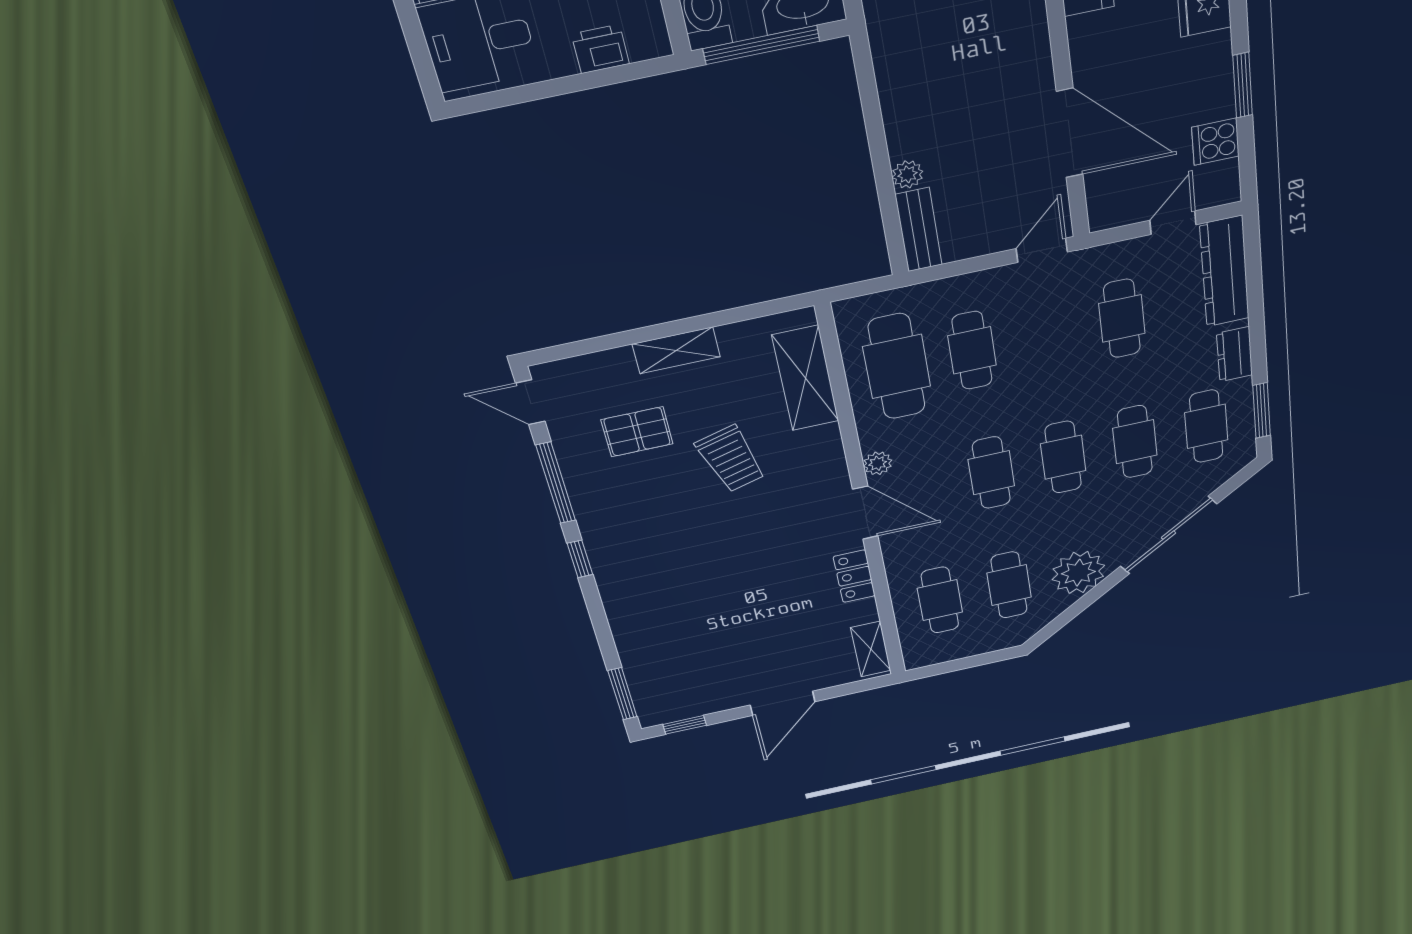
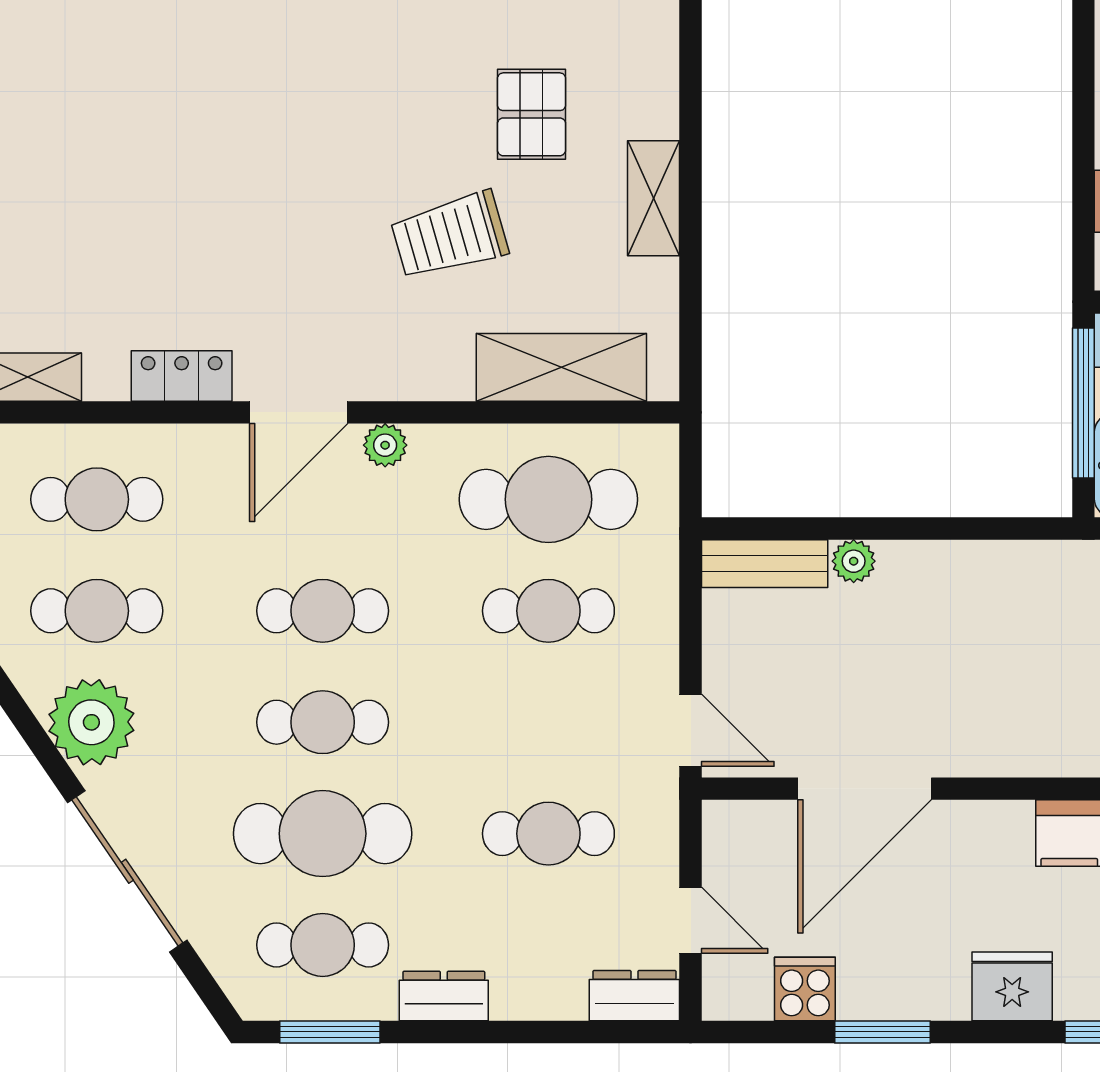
dresser: (1225, 272) -> (634, 996), width x0.51, depth x0.80
cafe table: (1135, 442) -> (323, 834), width x1.37, depth x1.35

